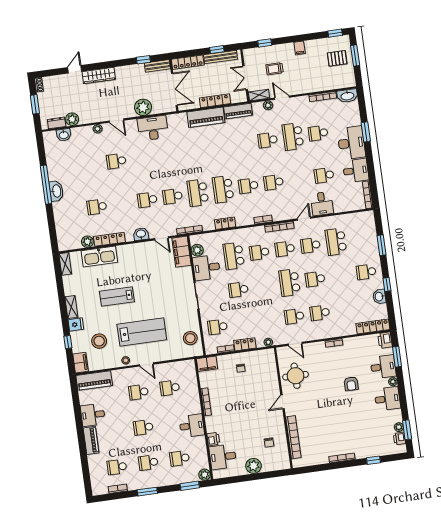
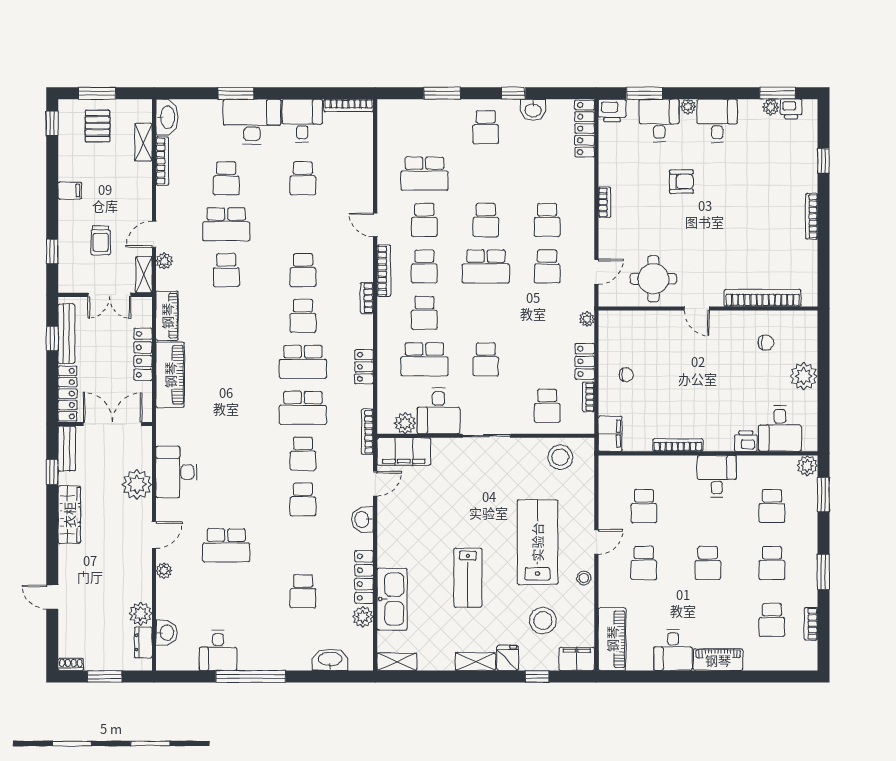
wardrobe: (99, 76) -> (69, 515), moved
shelving: (332, 85) -> (143, 142), added
school desk: (116, 161) -> (226, 545), width x1.85
washbasin: (56, 191) -> (330, 660), moved
desk: (322, 204) -> (218, 650), moved, turned 90

